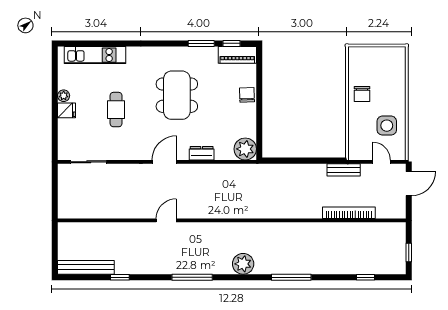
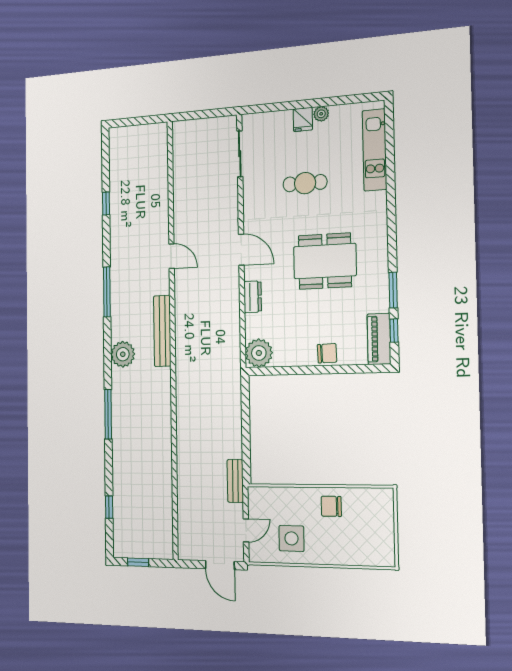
bookcase: (349, 213) -> (184, 487), removed
bench: (86, 267) -> (162, 331), moved

